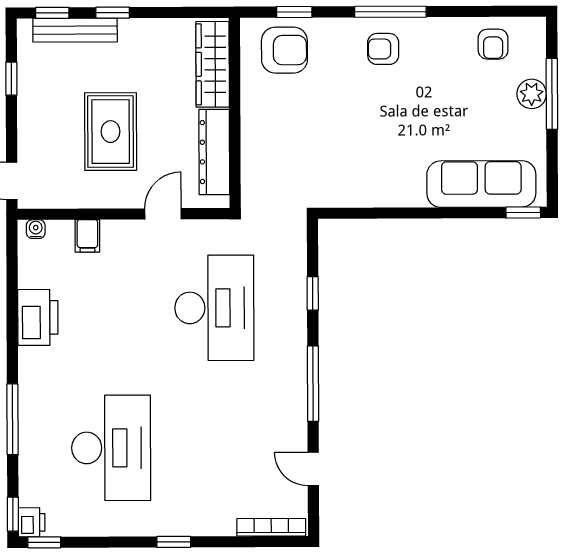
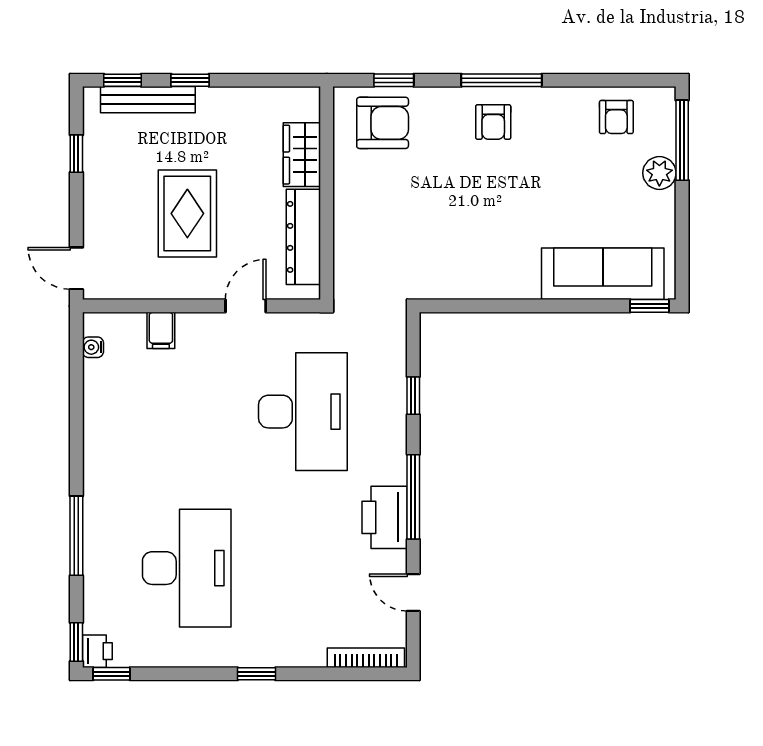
armchair: (383, 49) -> (493, 122), turned -90
wardrobe: (213, 64) -> (302, 155), width x0.67
window: (552, 94) -> (682, 140), moved
water cooler: (36, 229) -> (93, 347), moved, turned -90
printer: (38, 317) -> (385, 517), moved, turned 180

